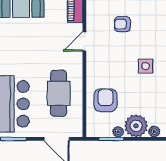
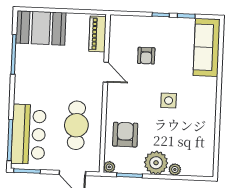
armchair: (122, 24) -> (146, 56), turned -90
door: (84, 41) -> (106, 72), swing flipped
plant: (118, 132) -> (109, 167), moved

